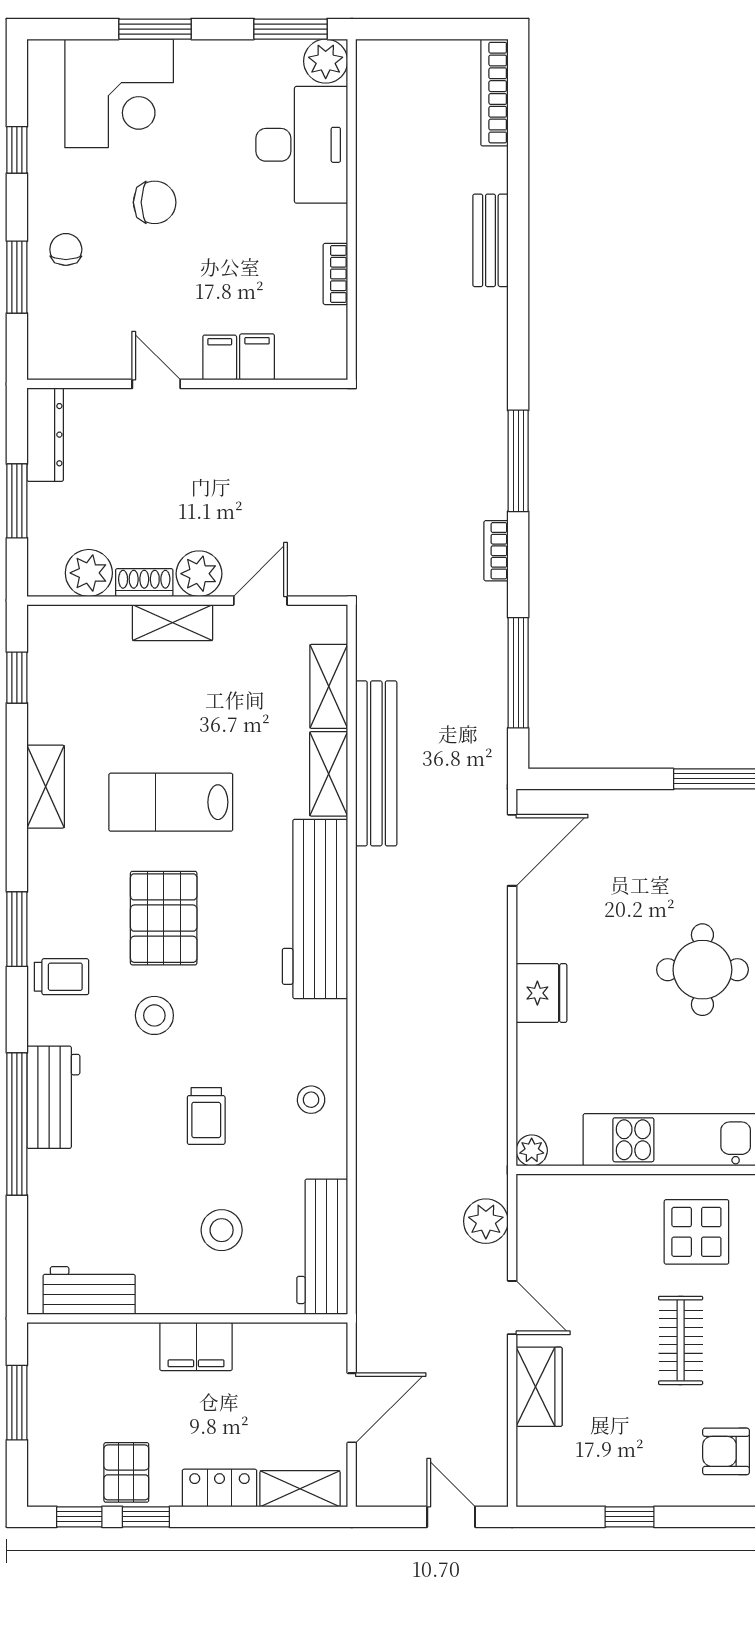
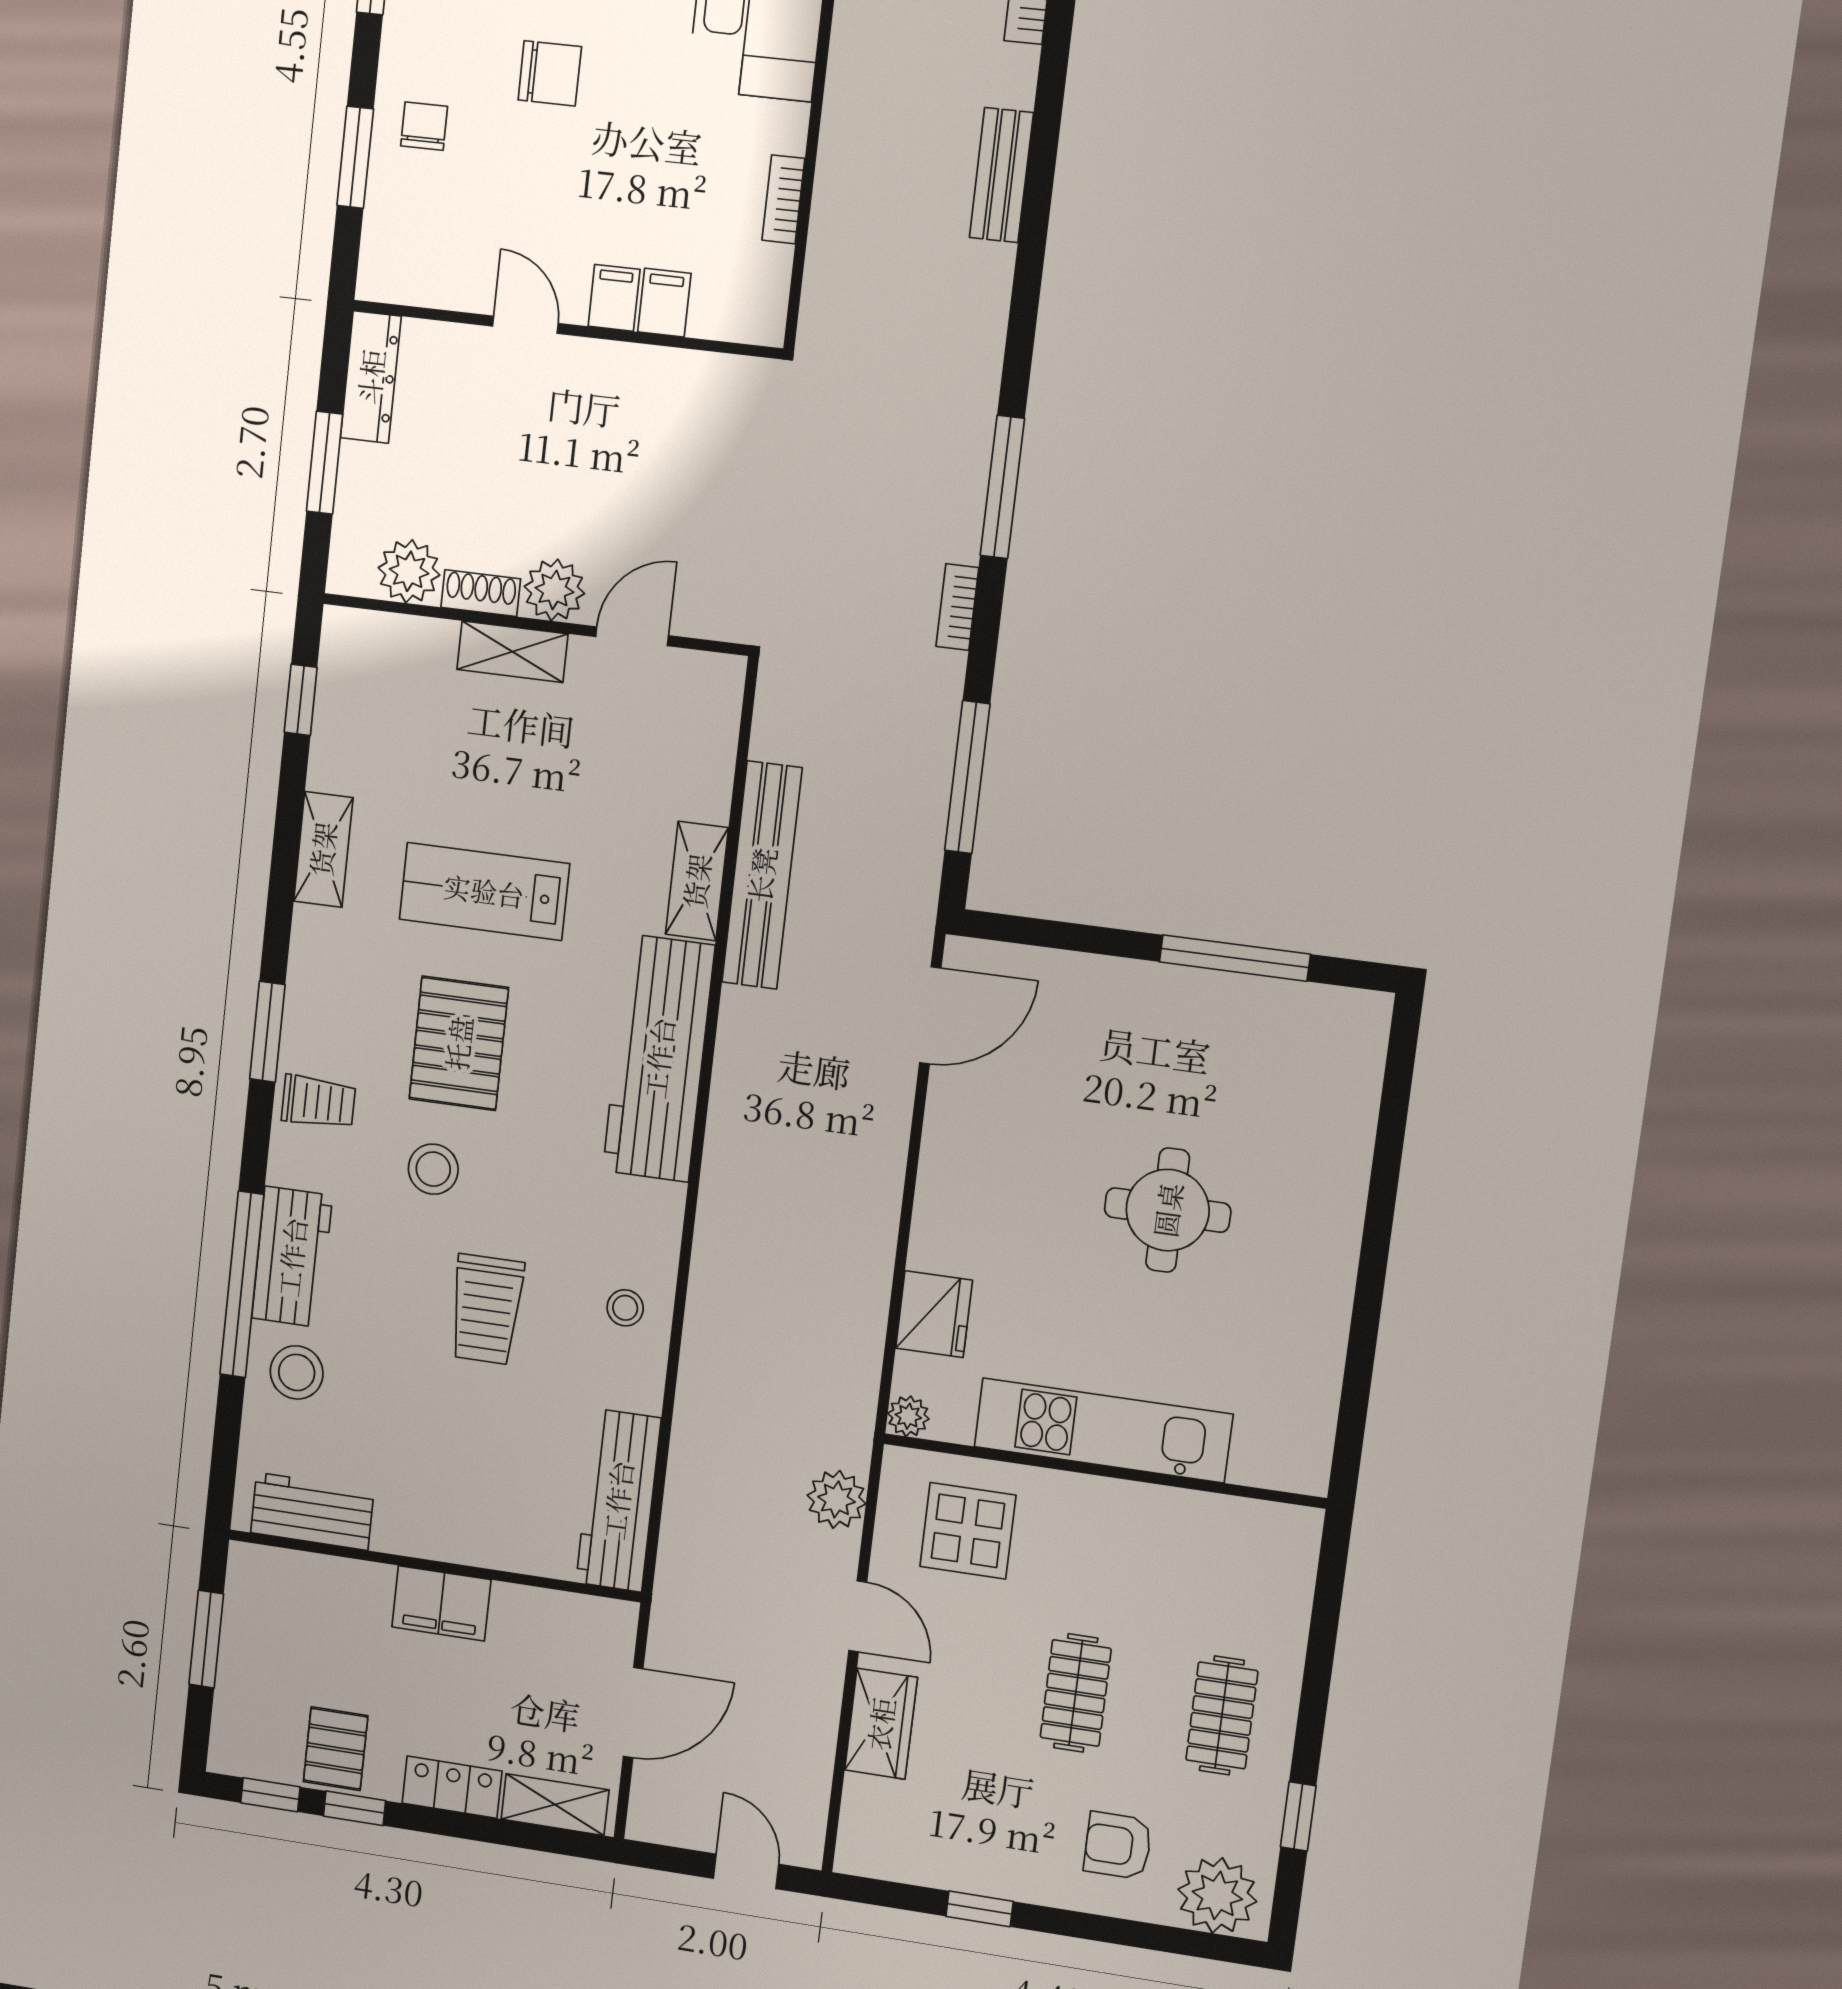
shelving: (329, 686) -> (710, 764), removed
fridge: (541, 993) -> (934, 1314), moved
trolley: (206, 1116) -> (486, 1309), width x1.36, depth x1.39
stool: (222, 1230) -> (297, 1372), moved
display table: (696, 1232) -> (968, 1531), moved

